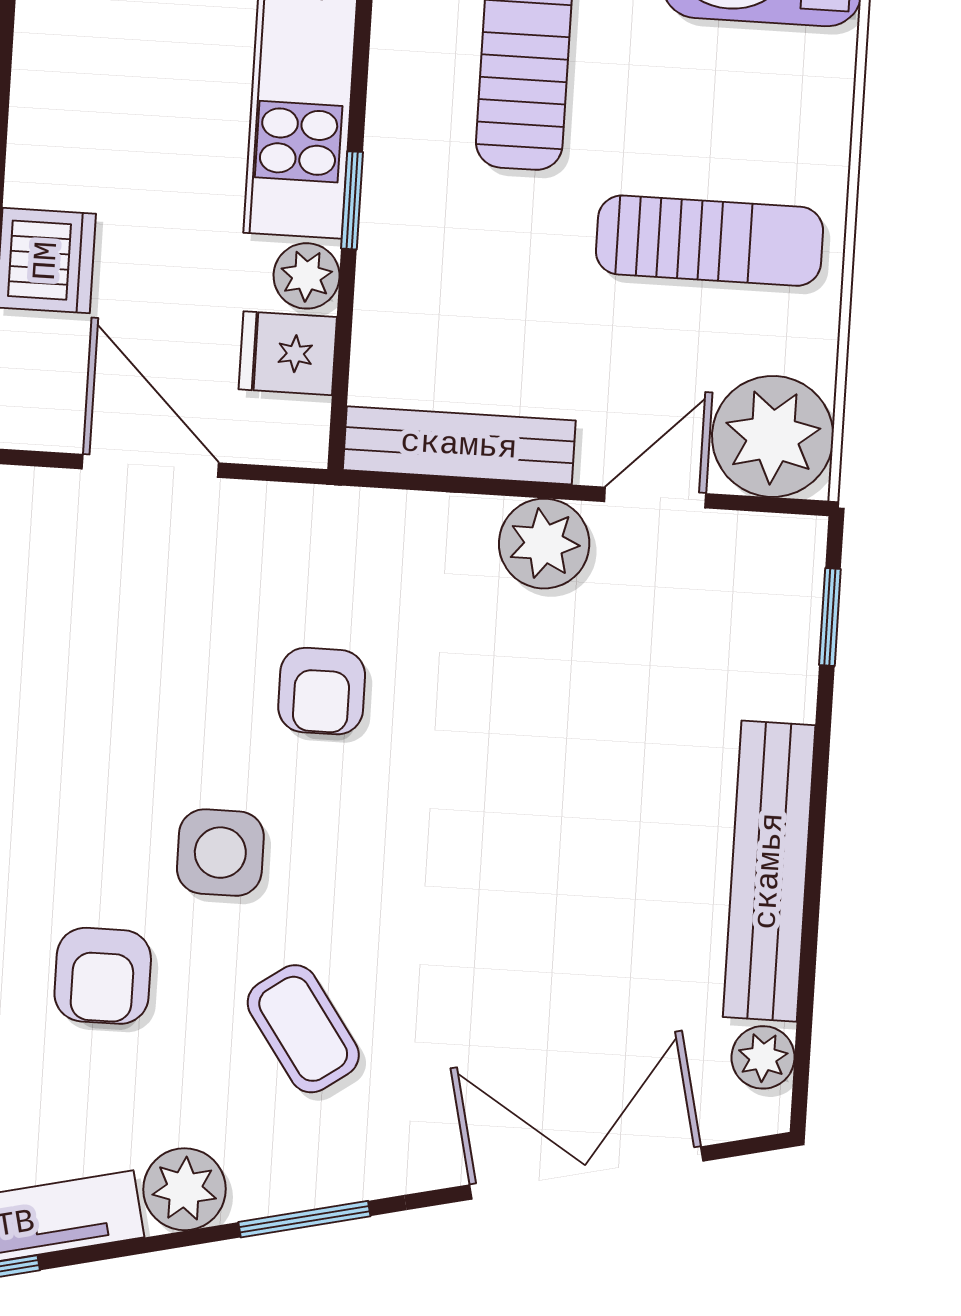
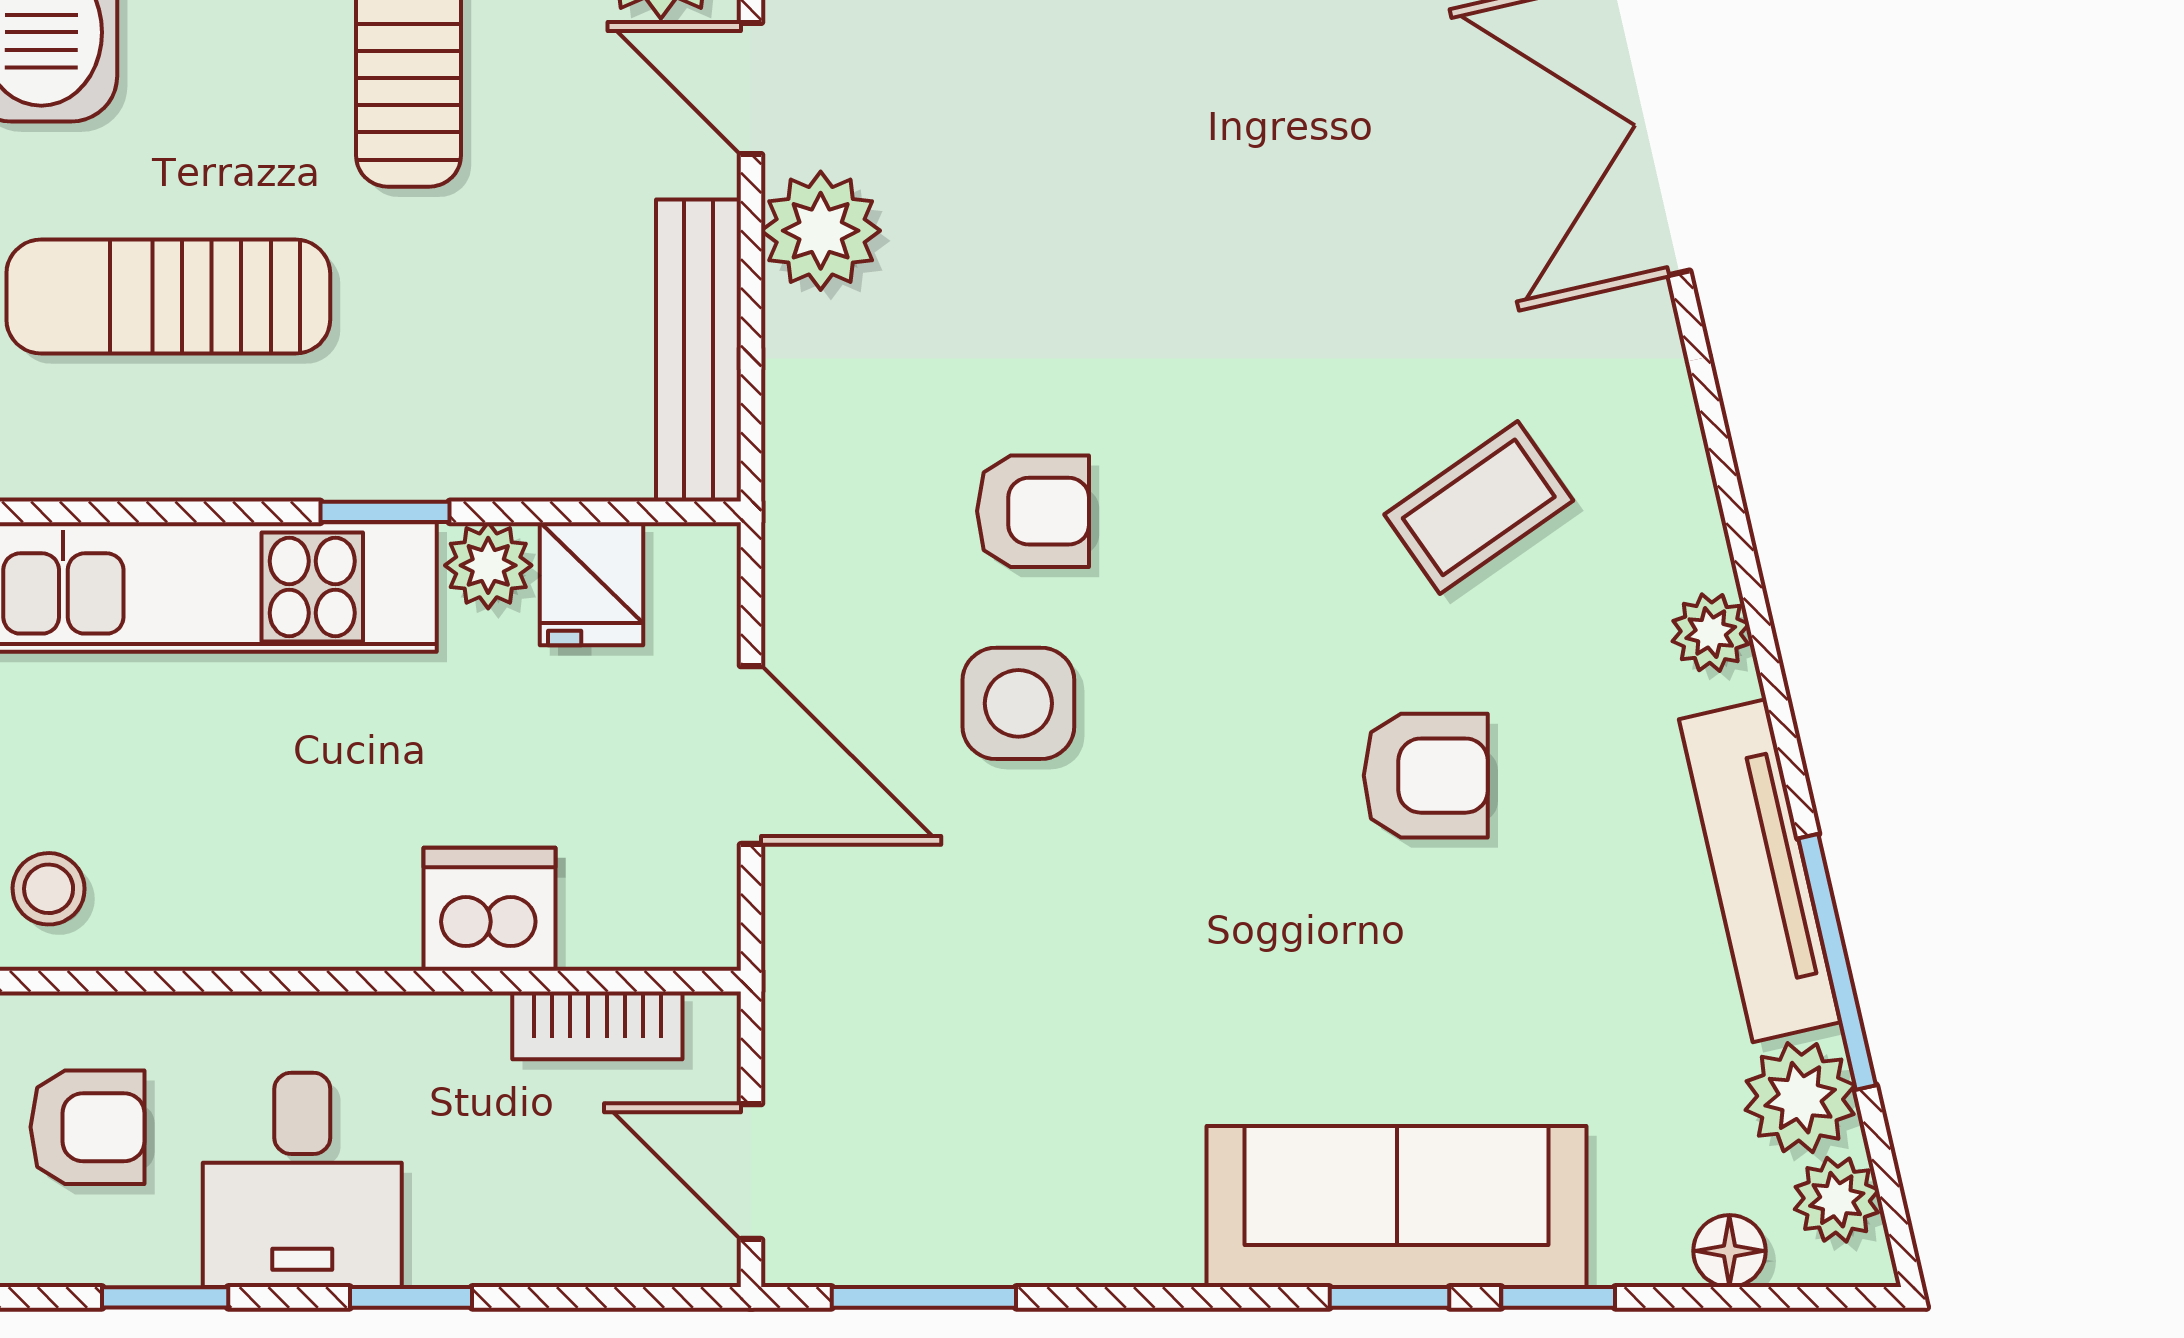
door: (150, 466) -> (751, 755), swing flipped
side table: (220, 853) -> (1018, 703), moved
plant: (185, 1189) -> (1711, 633), width x0.73, depth x0.73
window: (304, 1219) -> (1729, 490), removed

